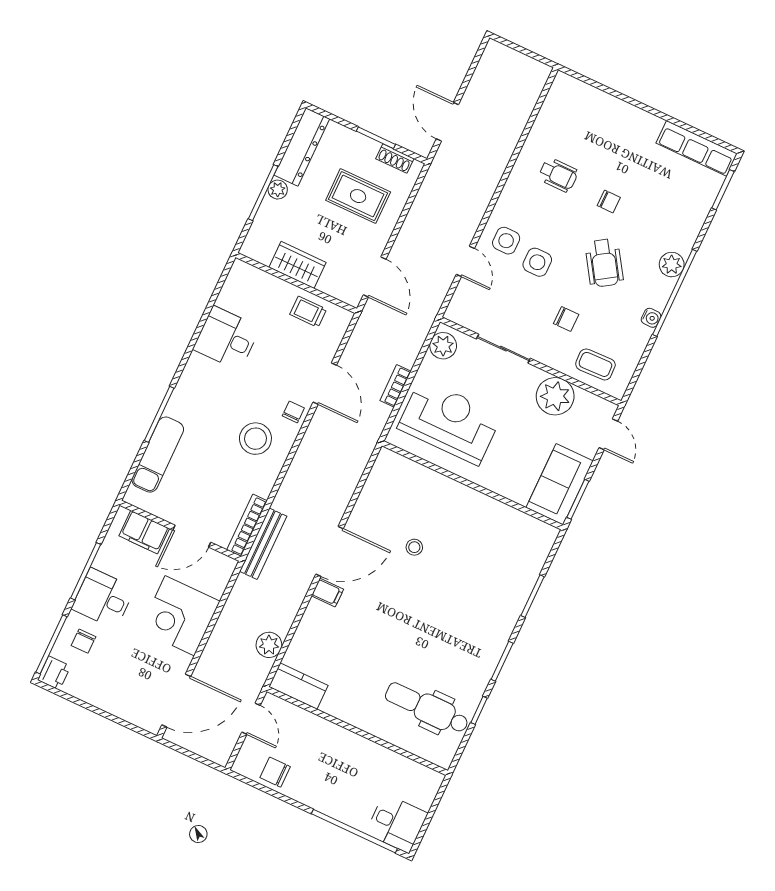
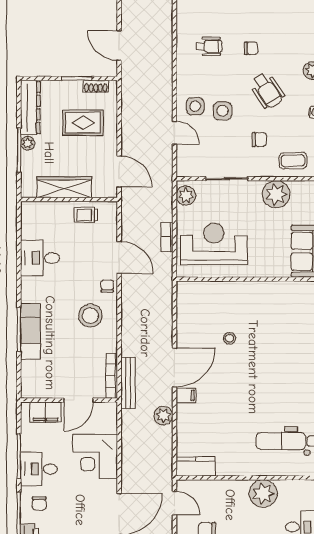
wardrobe: (297, 265) -> (64, 187), width x1.50
exam couch: (158, 455) -> (30, 331), moved
plant: (269, 645) -> (163, 416), moved
plant: (366, 758) -> (263, 493), added

